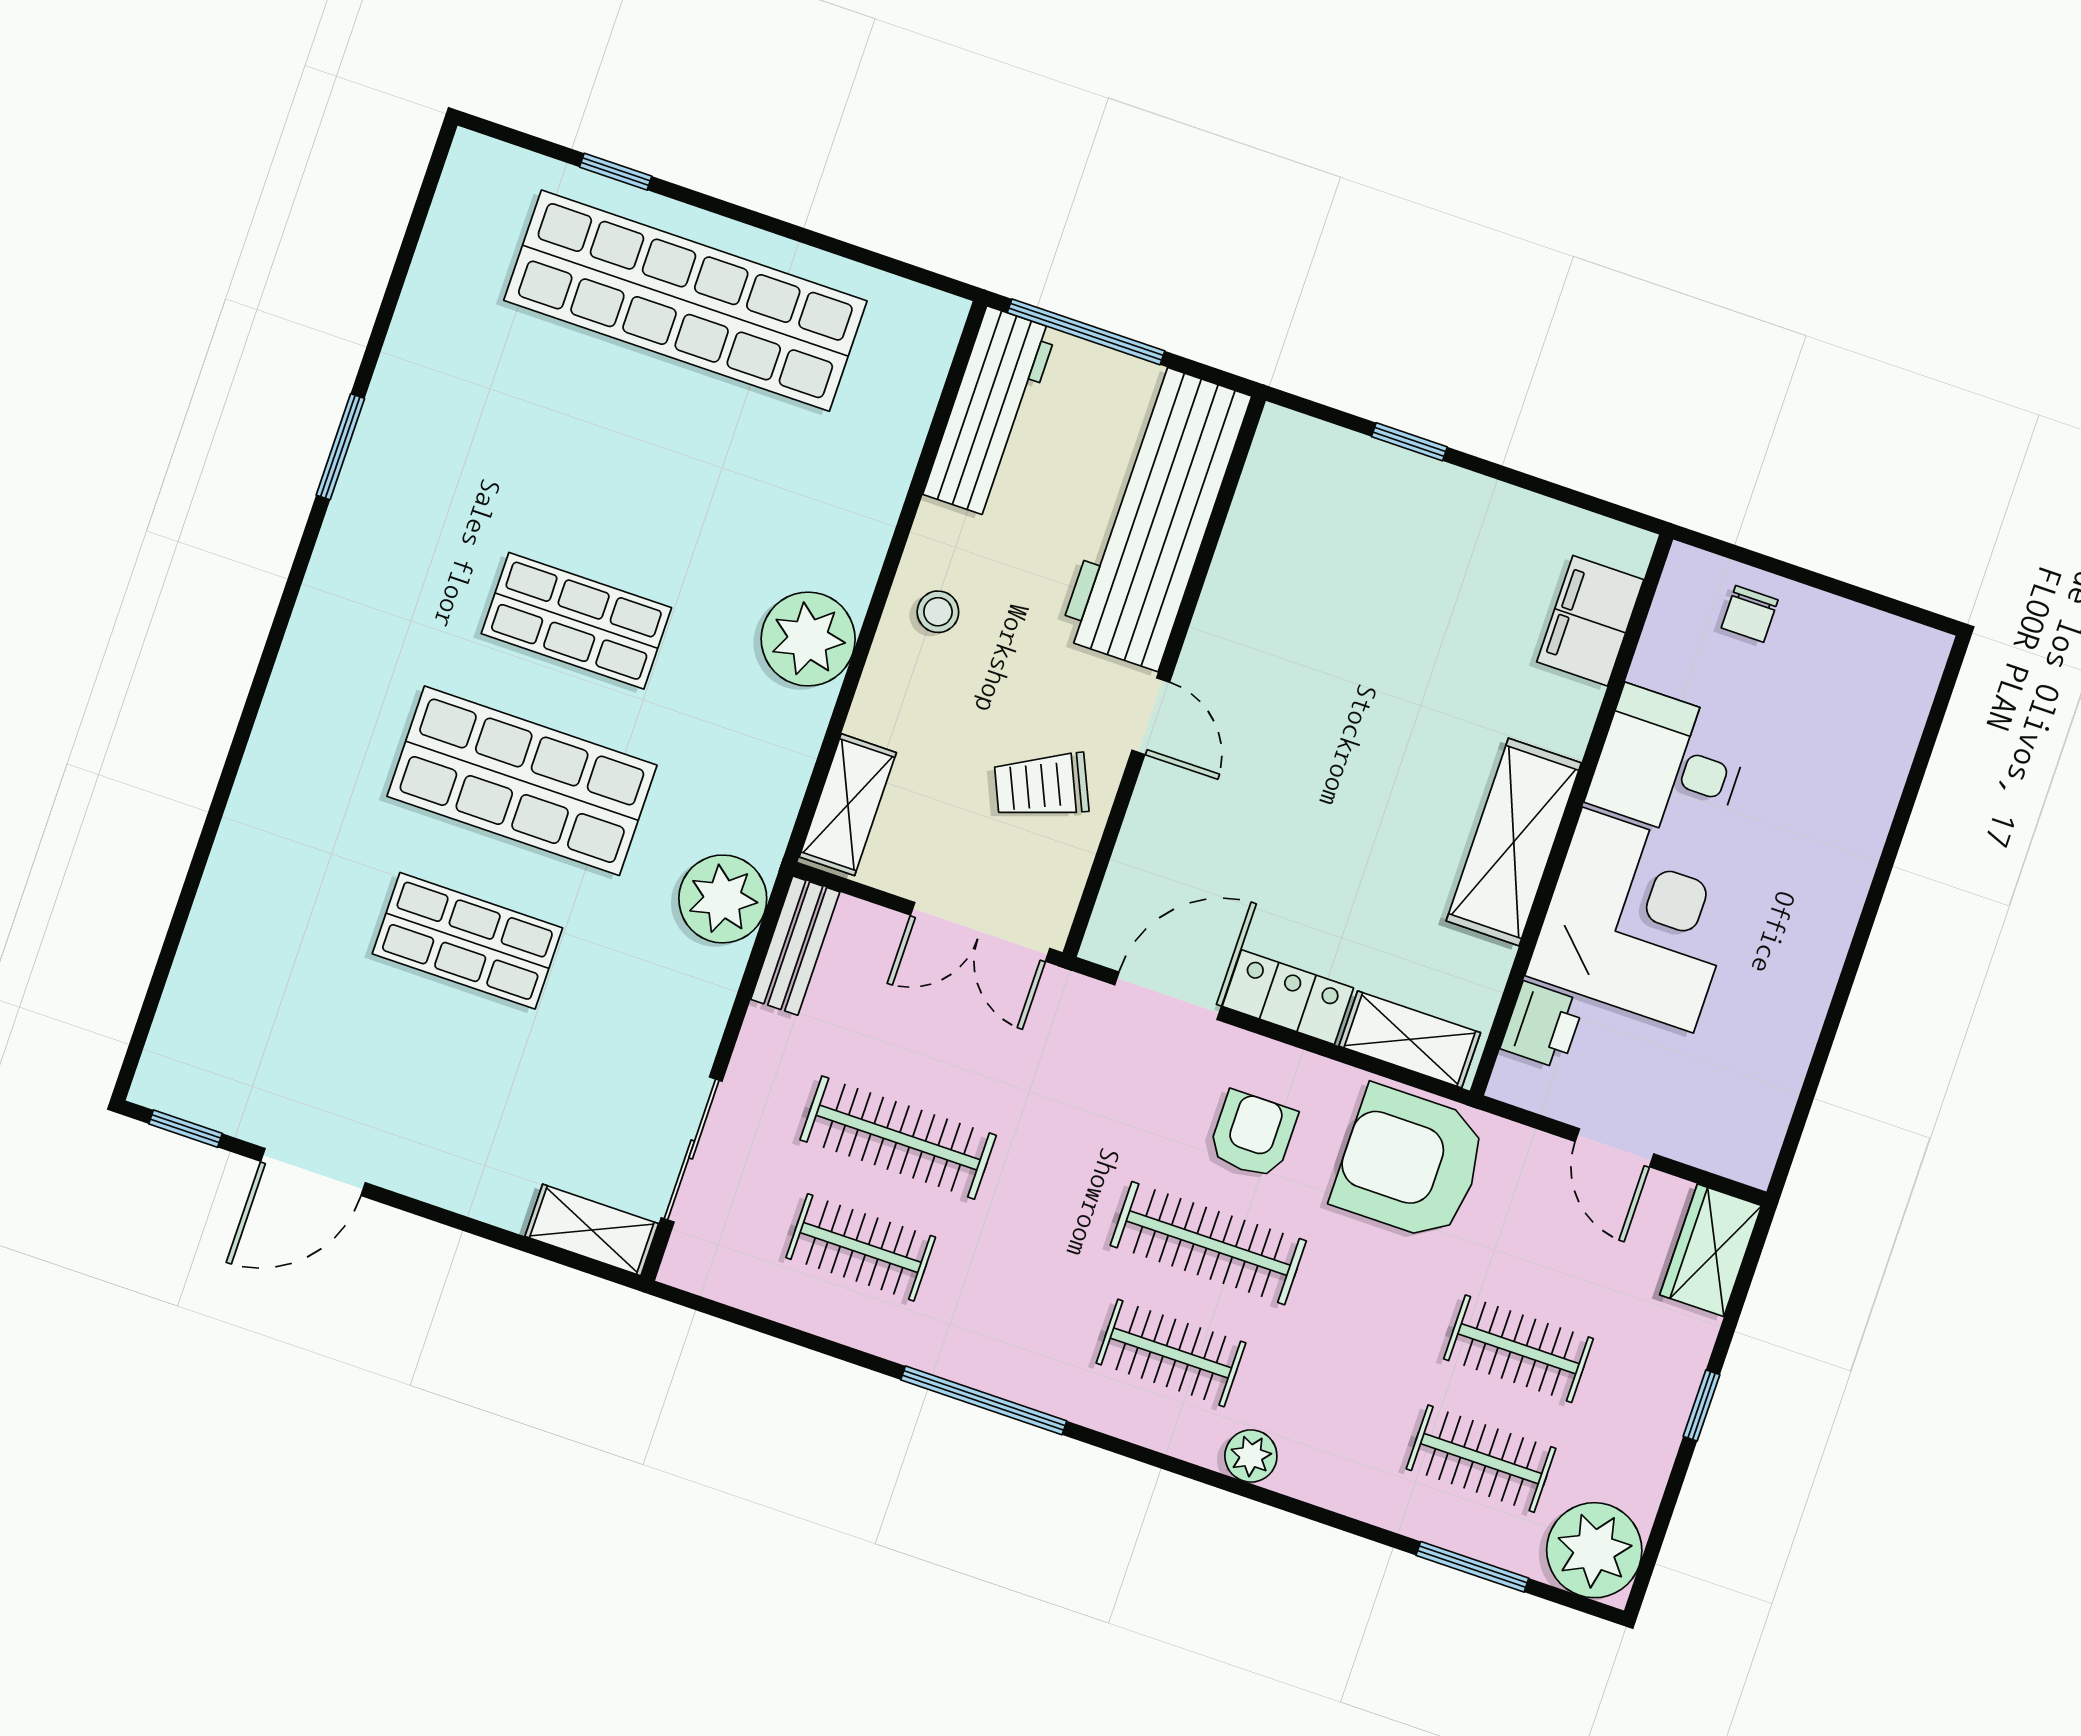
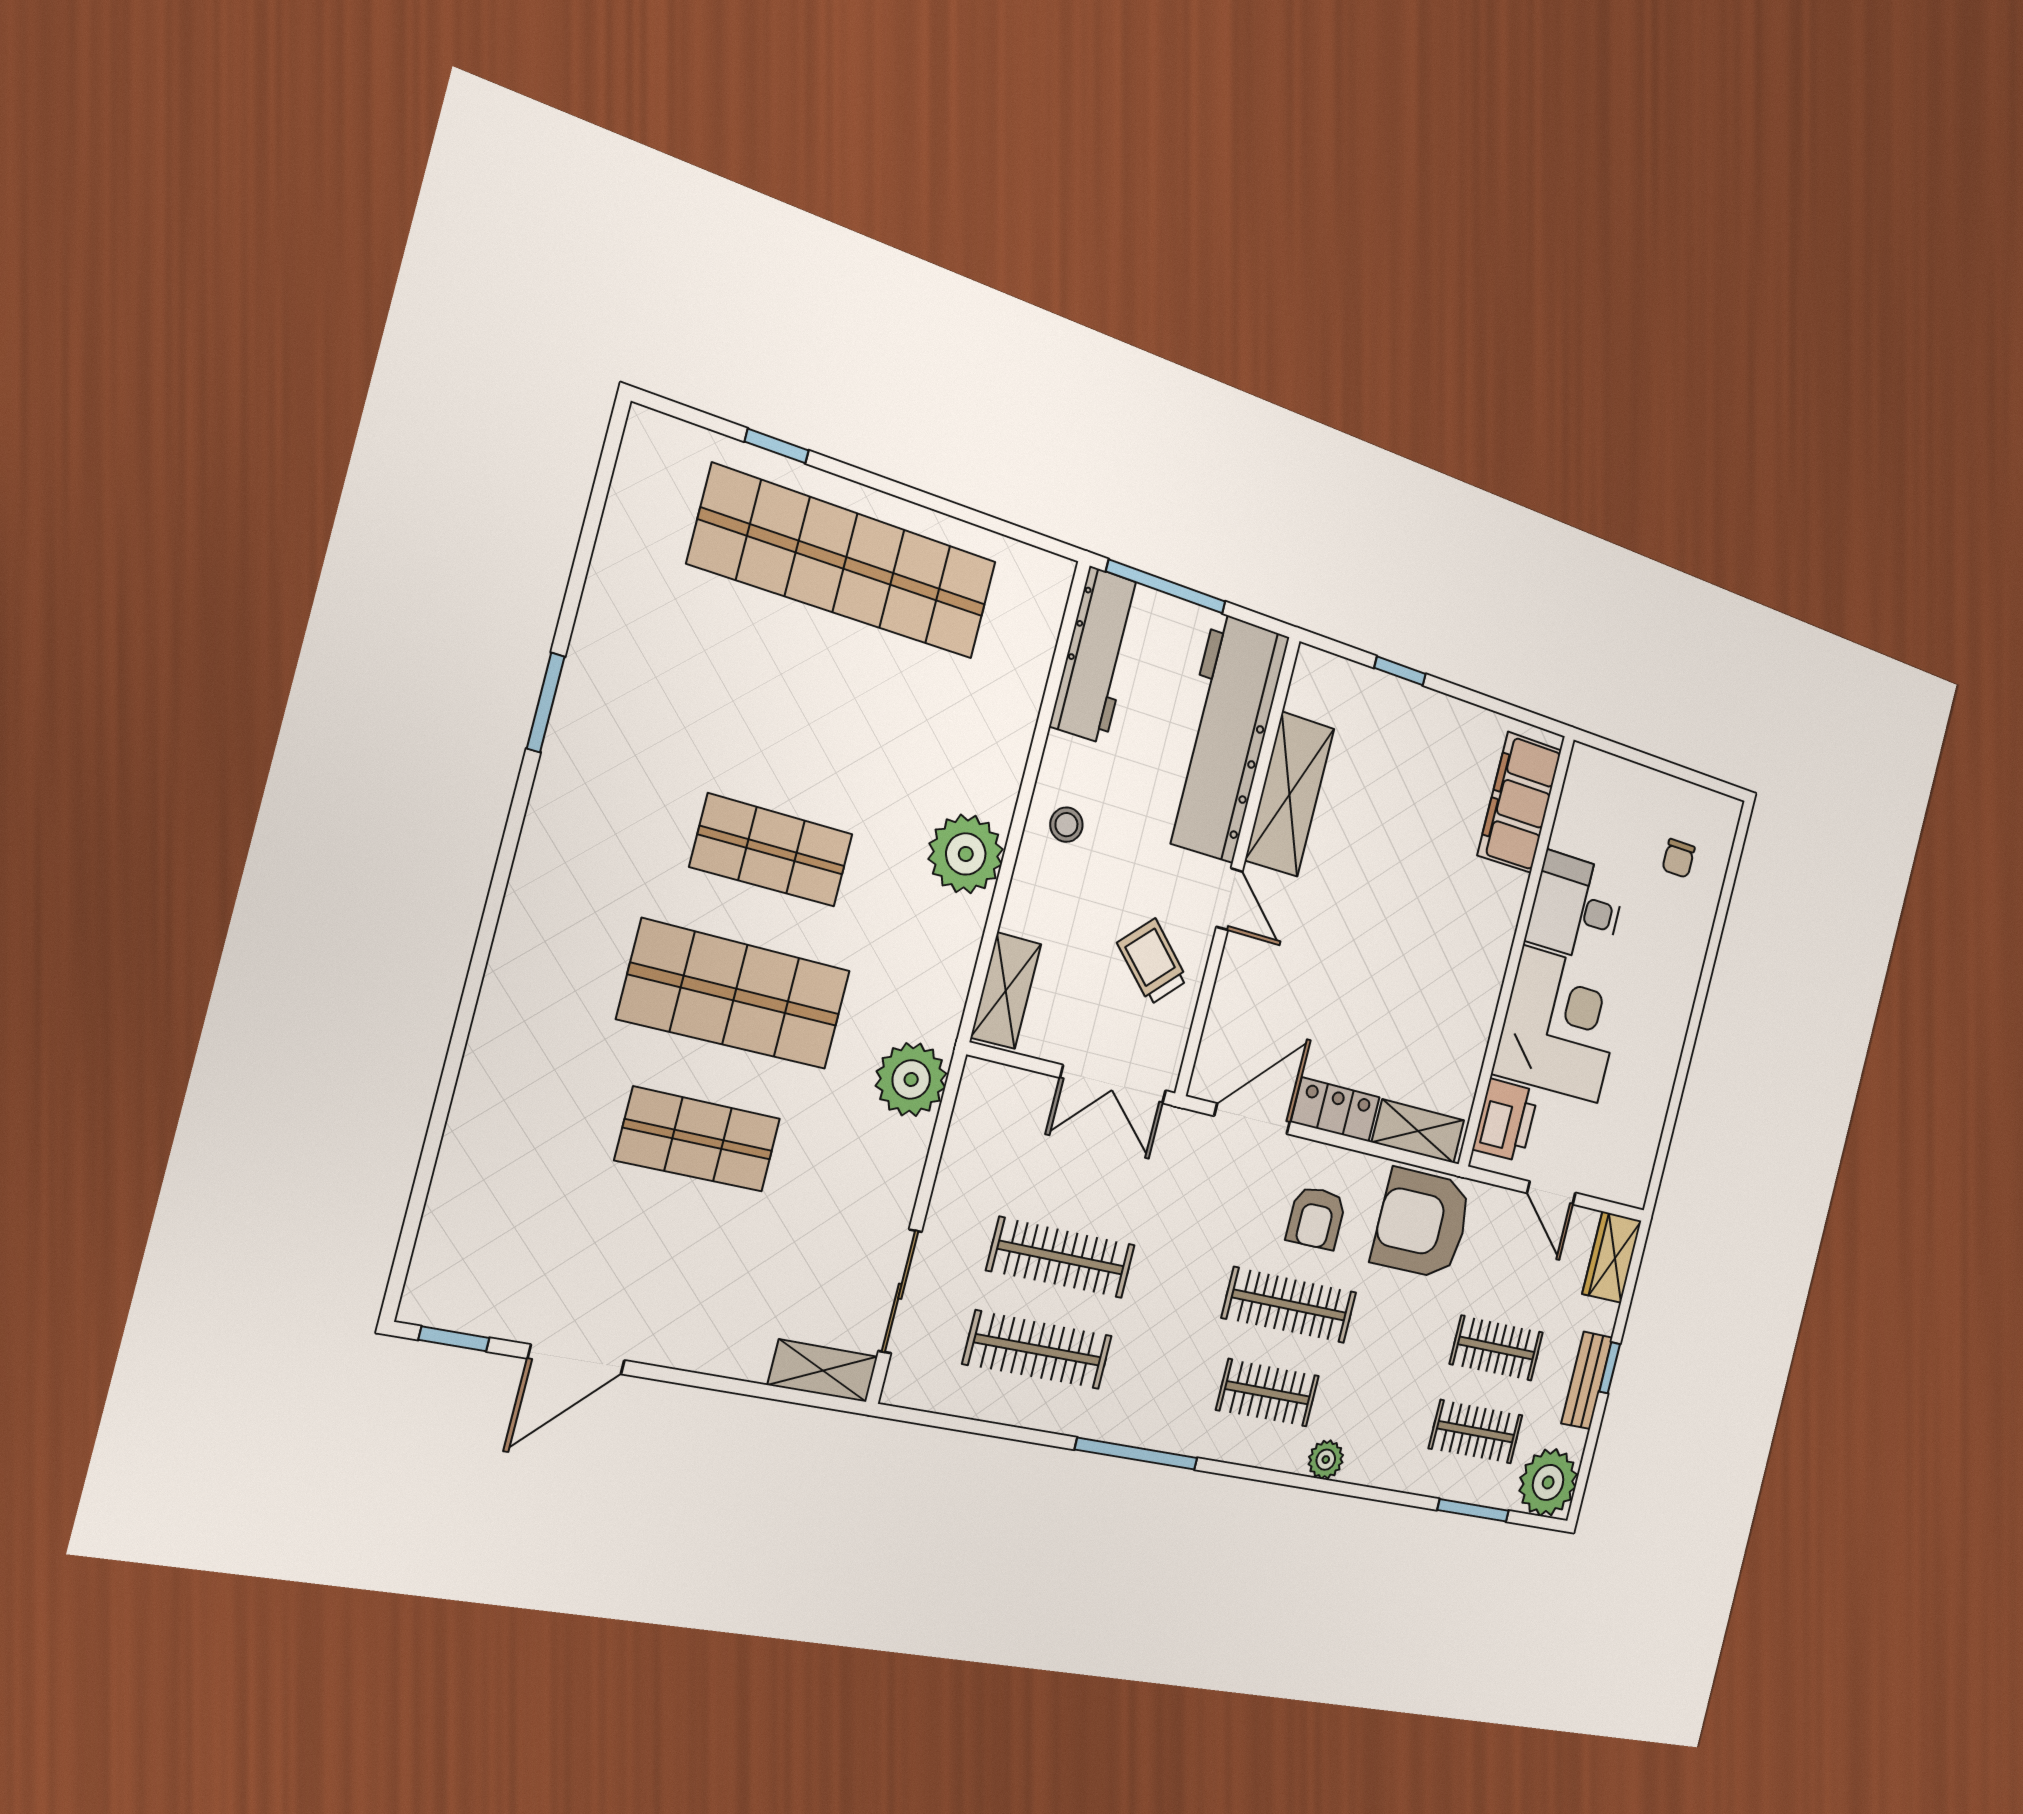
chair: (1750, 614) -> (1679, 858), moved
filing cabinet: (1590, 621) -> (1520, 803), width x1.50, depth x1.17
trolley: (1041, 786) -> (1153, 962), turned 69
shelving: (1514, 842) -> (1290, 794), moved
bench: (795, 946) -> (1587, 1381), moved
printer: (1542, 1025) -> (1506, 1120), width x1.36, depth x1.24
armchair: (1253, 1135) -> (1316, 1218), turned 180
clothes rail: (861, 1247) -> (1038, 1350), width x1.36

